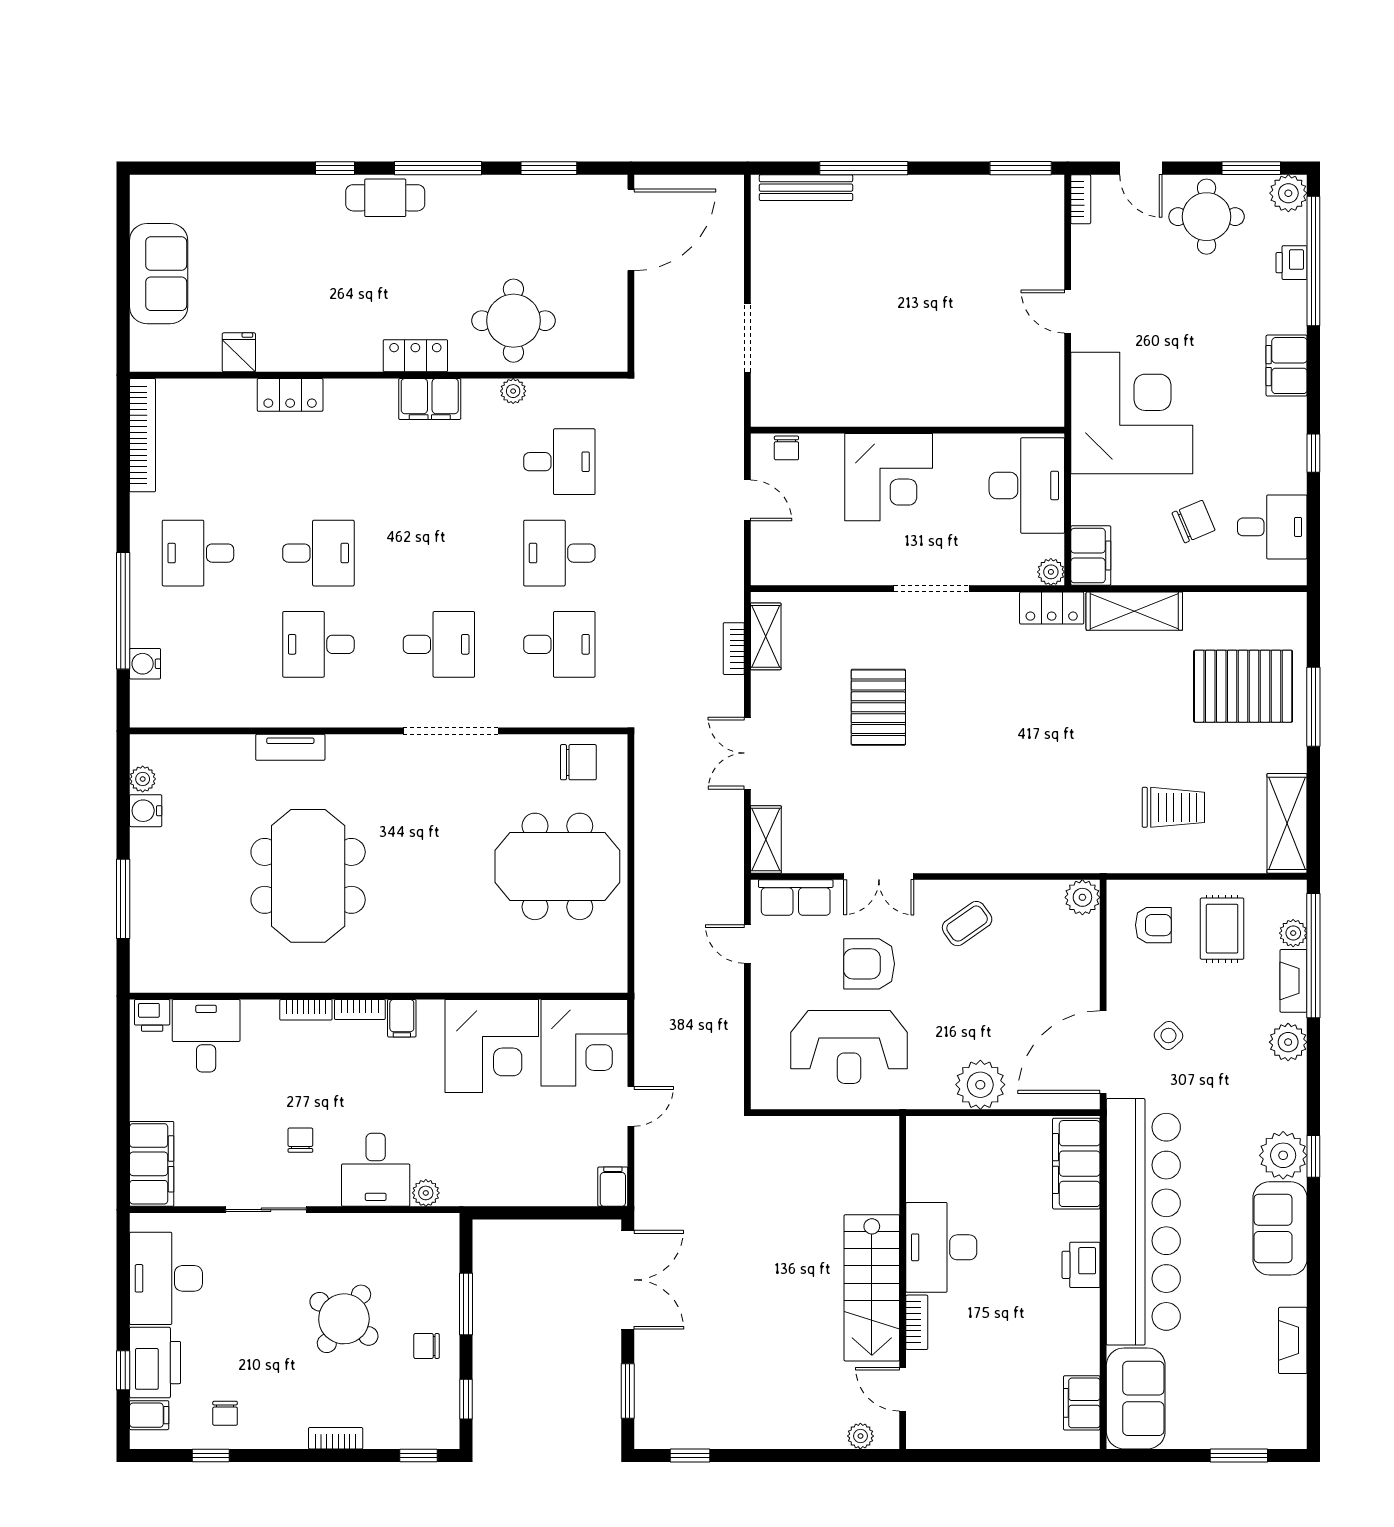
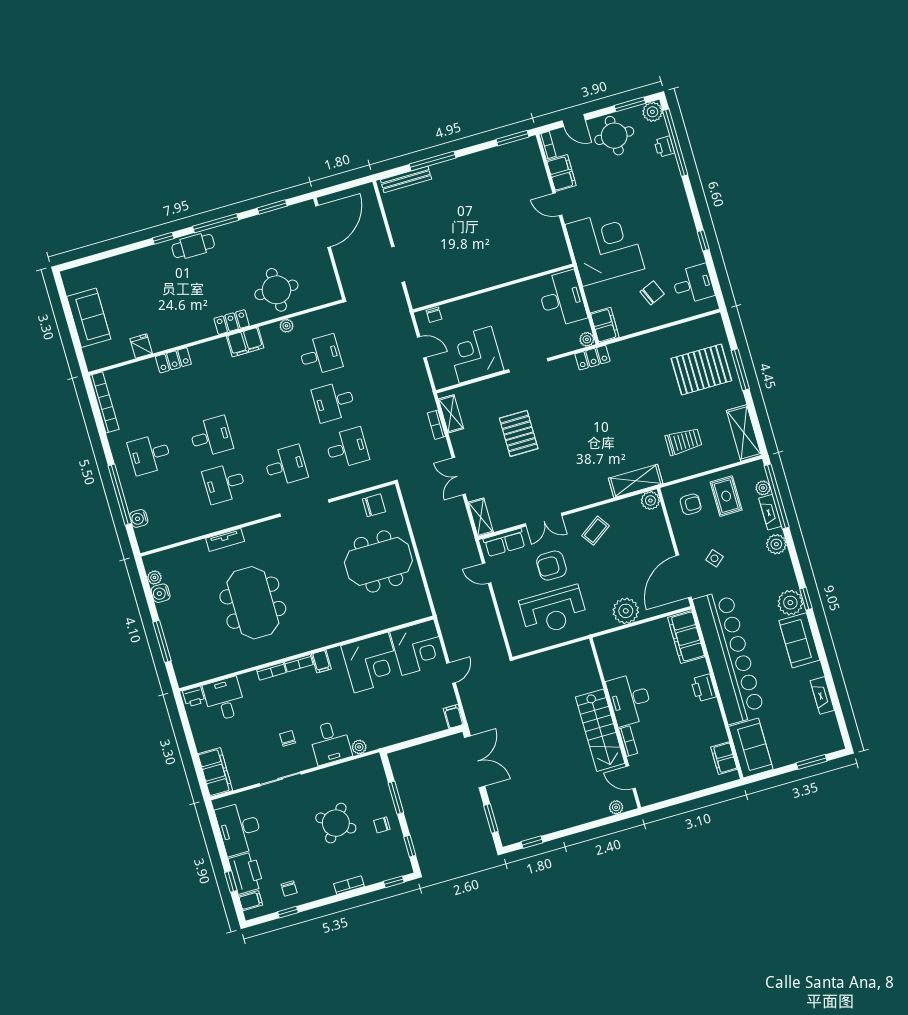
filing cabinet: (1287, 366) -> (561, 173), moved, turned 180
corner desk: (889, 477) -> (475, 355), moved, turned 180
shelving: (1134, 611) -> (636, 481), moved

